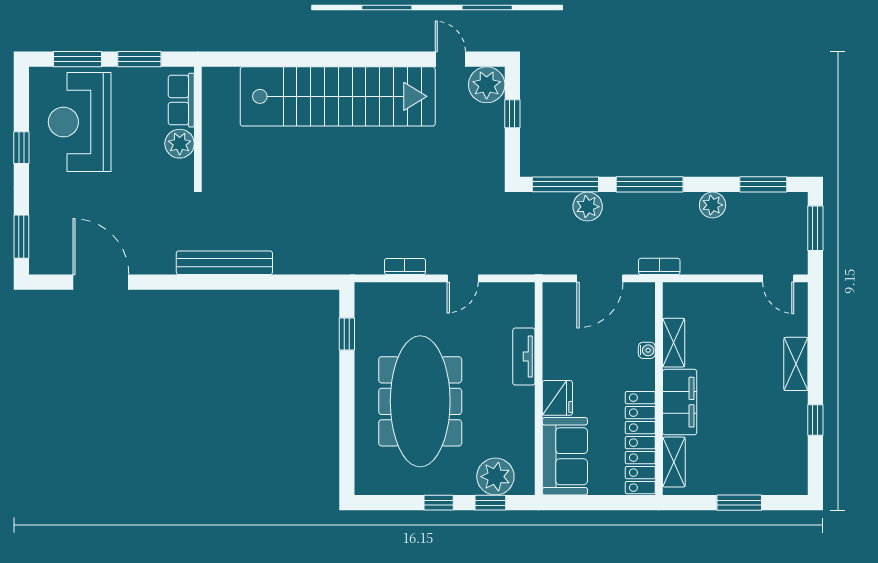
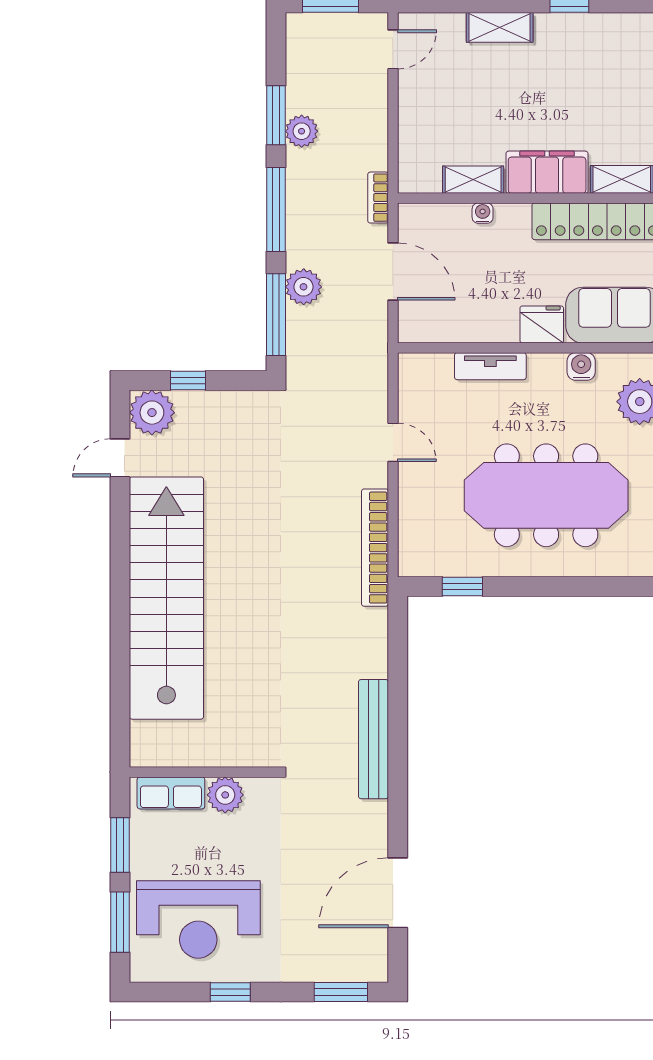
window: (763, 184) -> (276, 115), moved
bookcase: (405, 266) -> (375, 548), width x2.31, depth x1.31
water cooler: (524, 429) -> (581, 366), added

